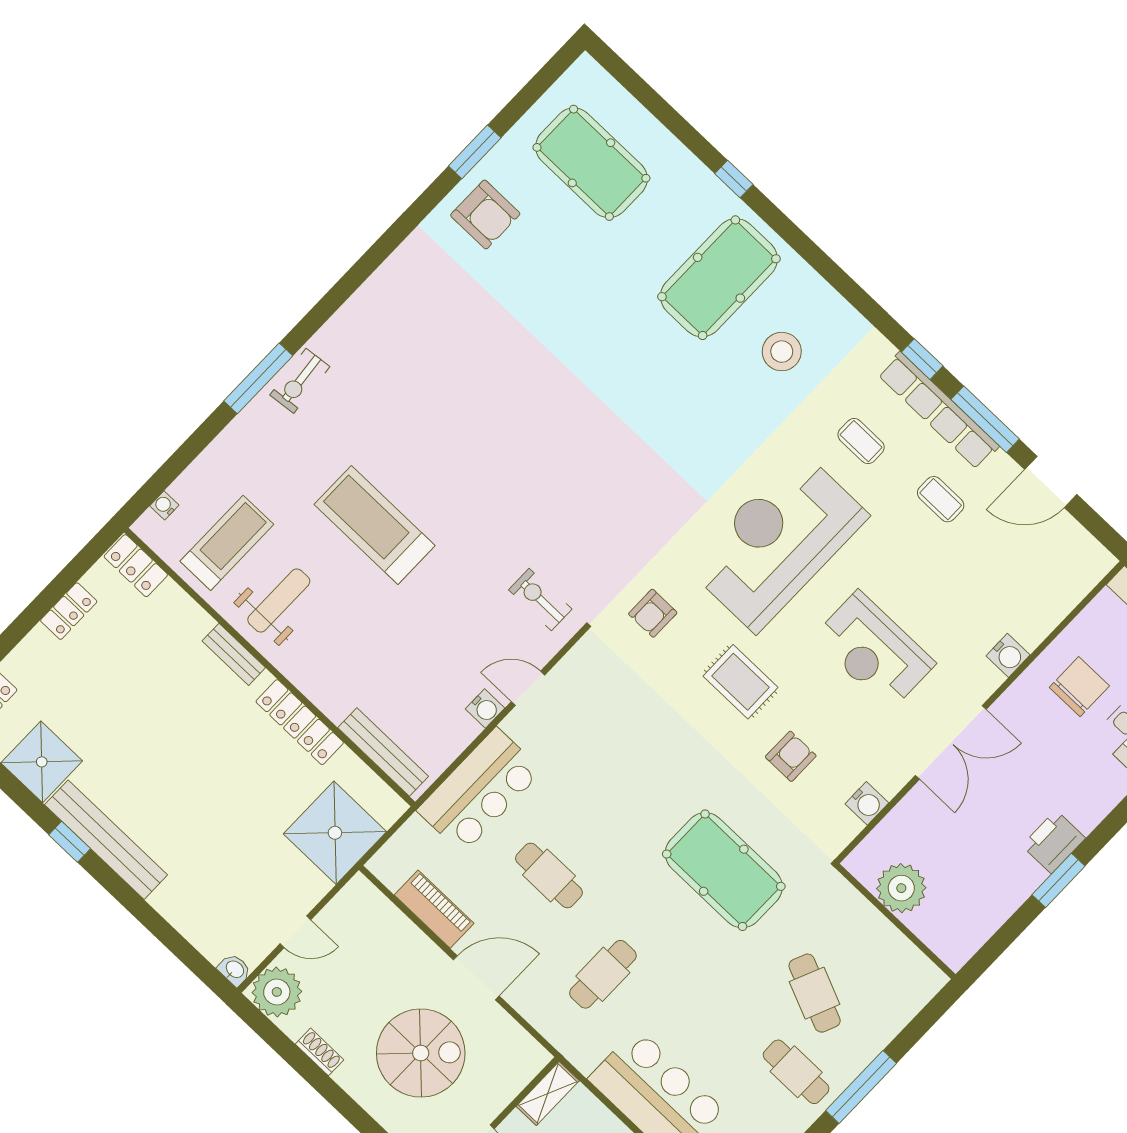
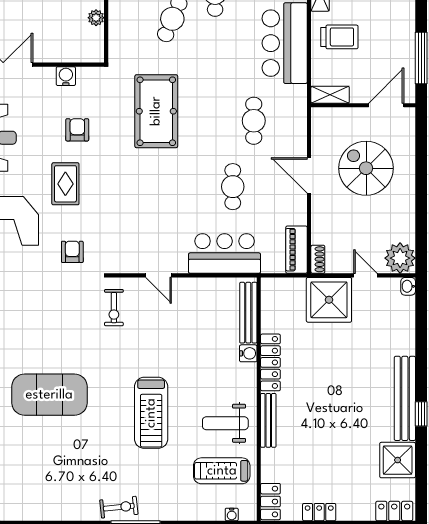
exercise mat: (510, 426) -> (49, 395), added
armchair: (653, 613) -> (72, 252), turned -90
bench: (234, 654) -> (268, 420), width x1.36
water cooler: (485, 708) -> (248, 353), moved, turned 90
armchair: (791, 756) -> (77, 130), turned 90
shower: (335, 833) -> (329, 300), moved
plant: (901, 888) -> (96, 18), width x0.53, depth x0.53
piano: (434, 909) -> (296, 250), moved
cafe table: (603, 974) -> (254, 121), turned 90
shoe rack: (319, 1052) -> (318, 259), moved, turned 180

